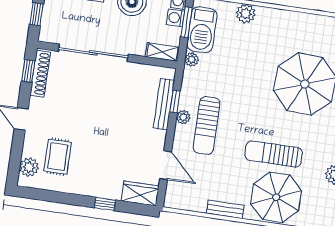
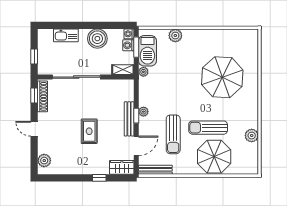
window: (175, 101) -> (136, 116), moved
bench: (164, 104) -> (129, 119), moved
sun lounger: (207, 126) -> (173, 134), moved
rug: (58, 157) -> (89, 131), moved
door: (166, 165) -> (136, 146), hinge flipped
bench: (225, 209) -> (155, 170), moved, width x1.36

